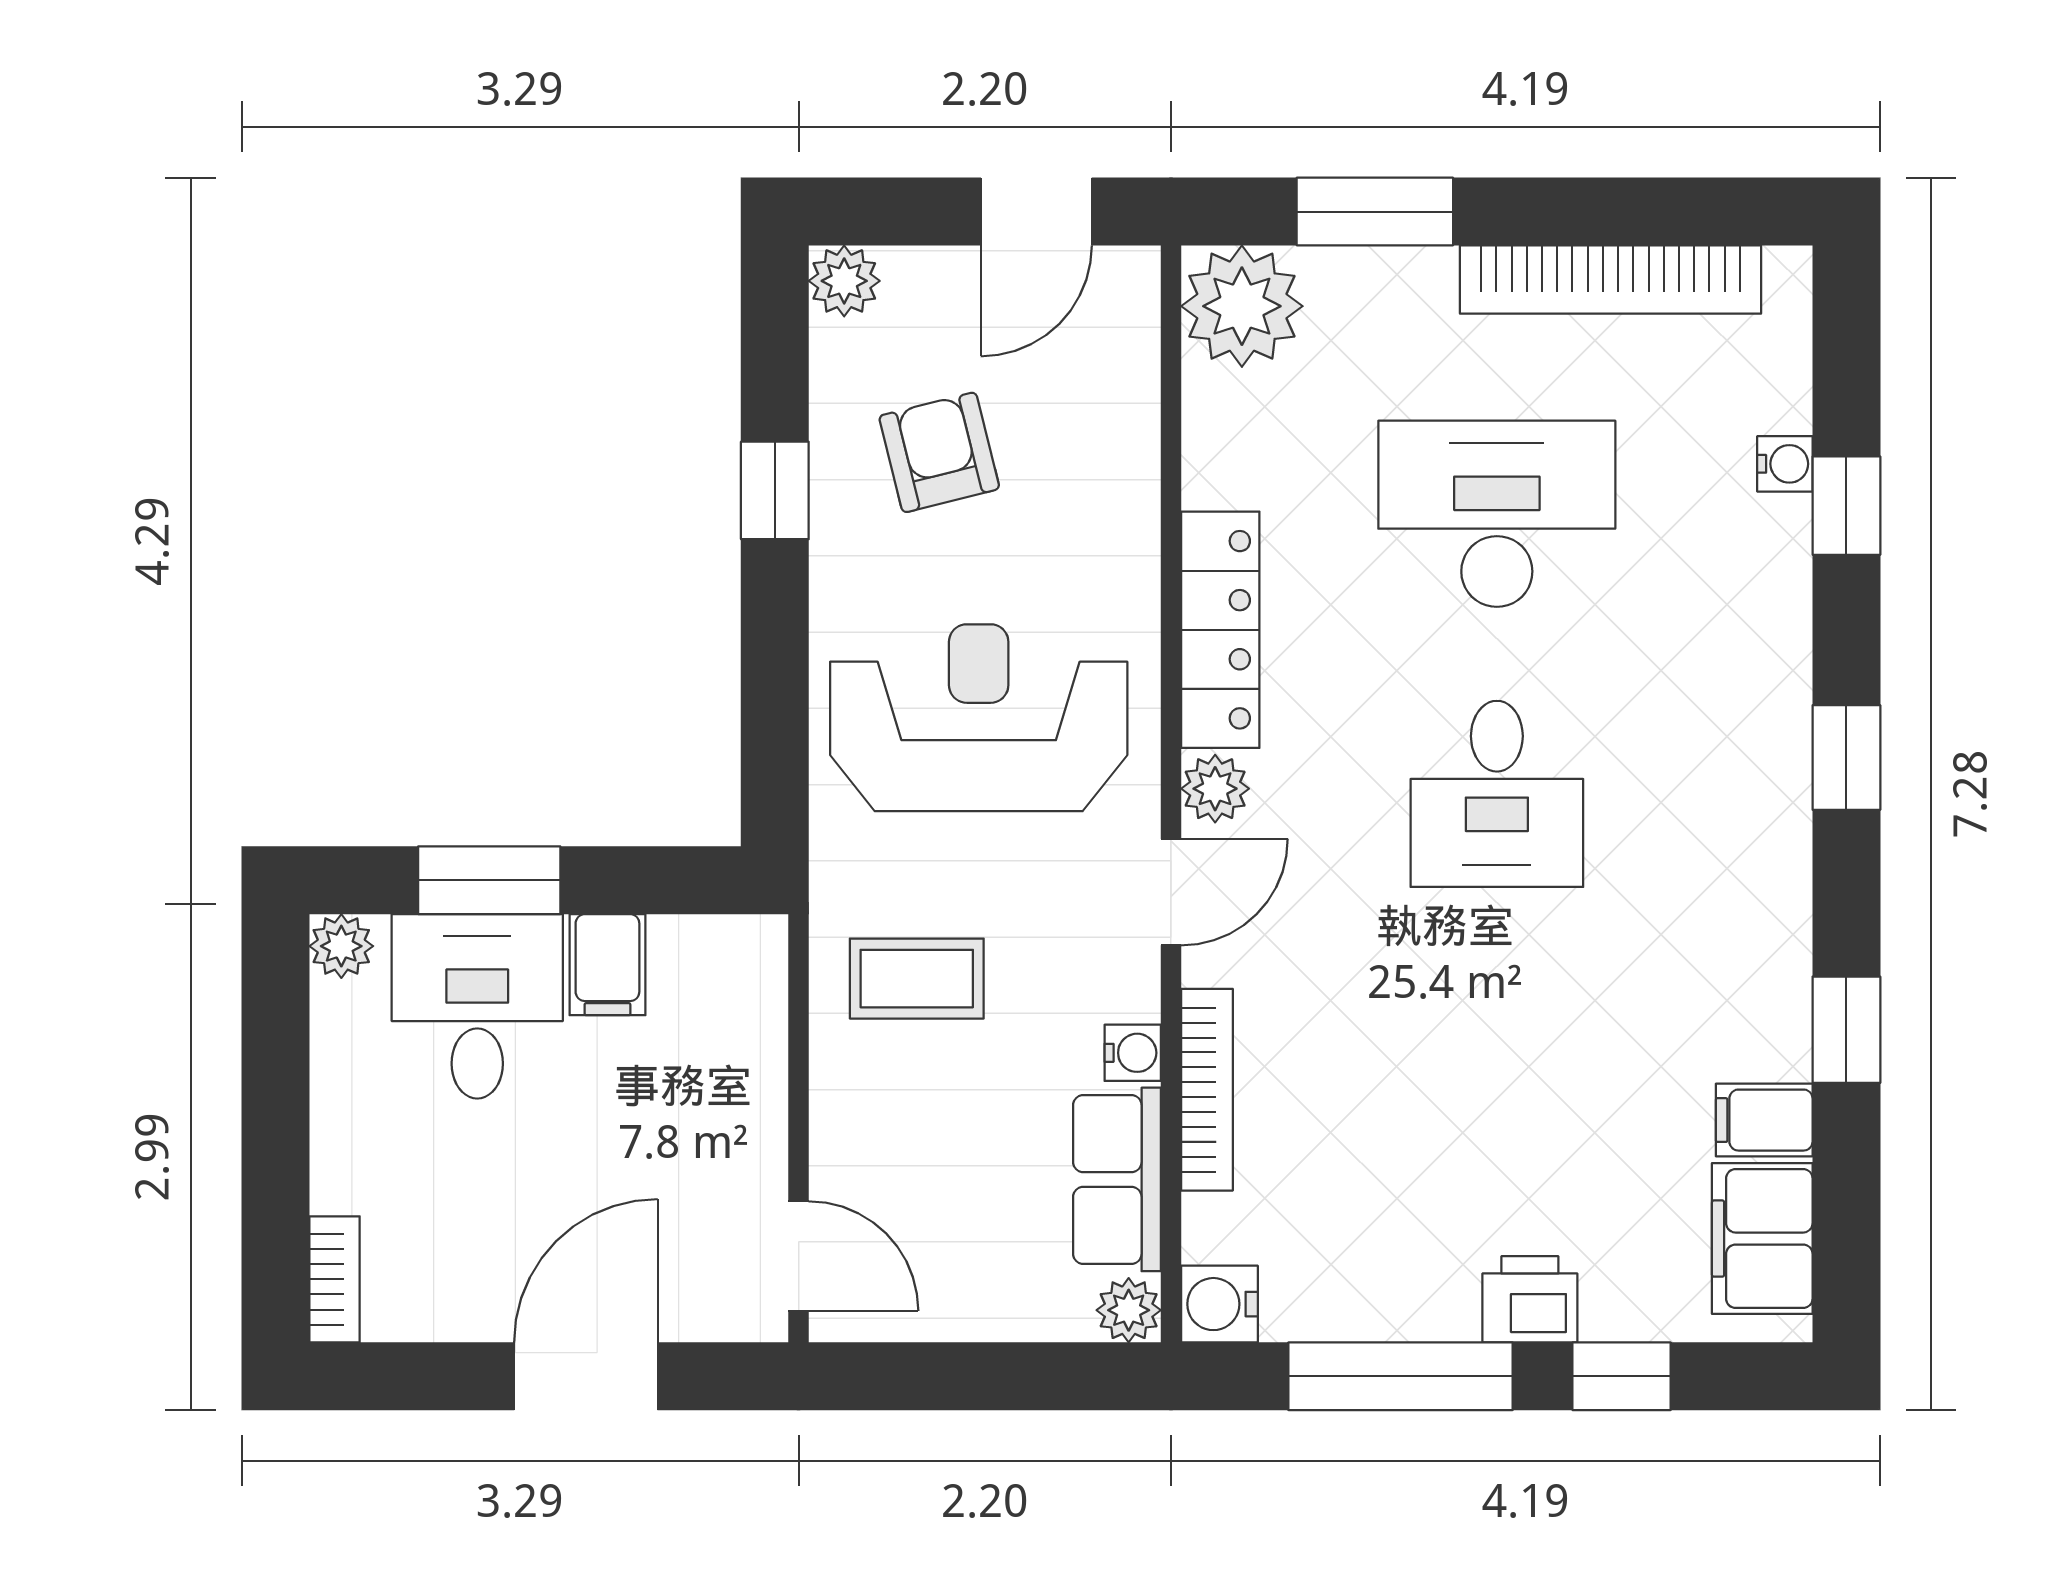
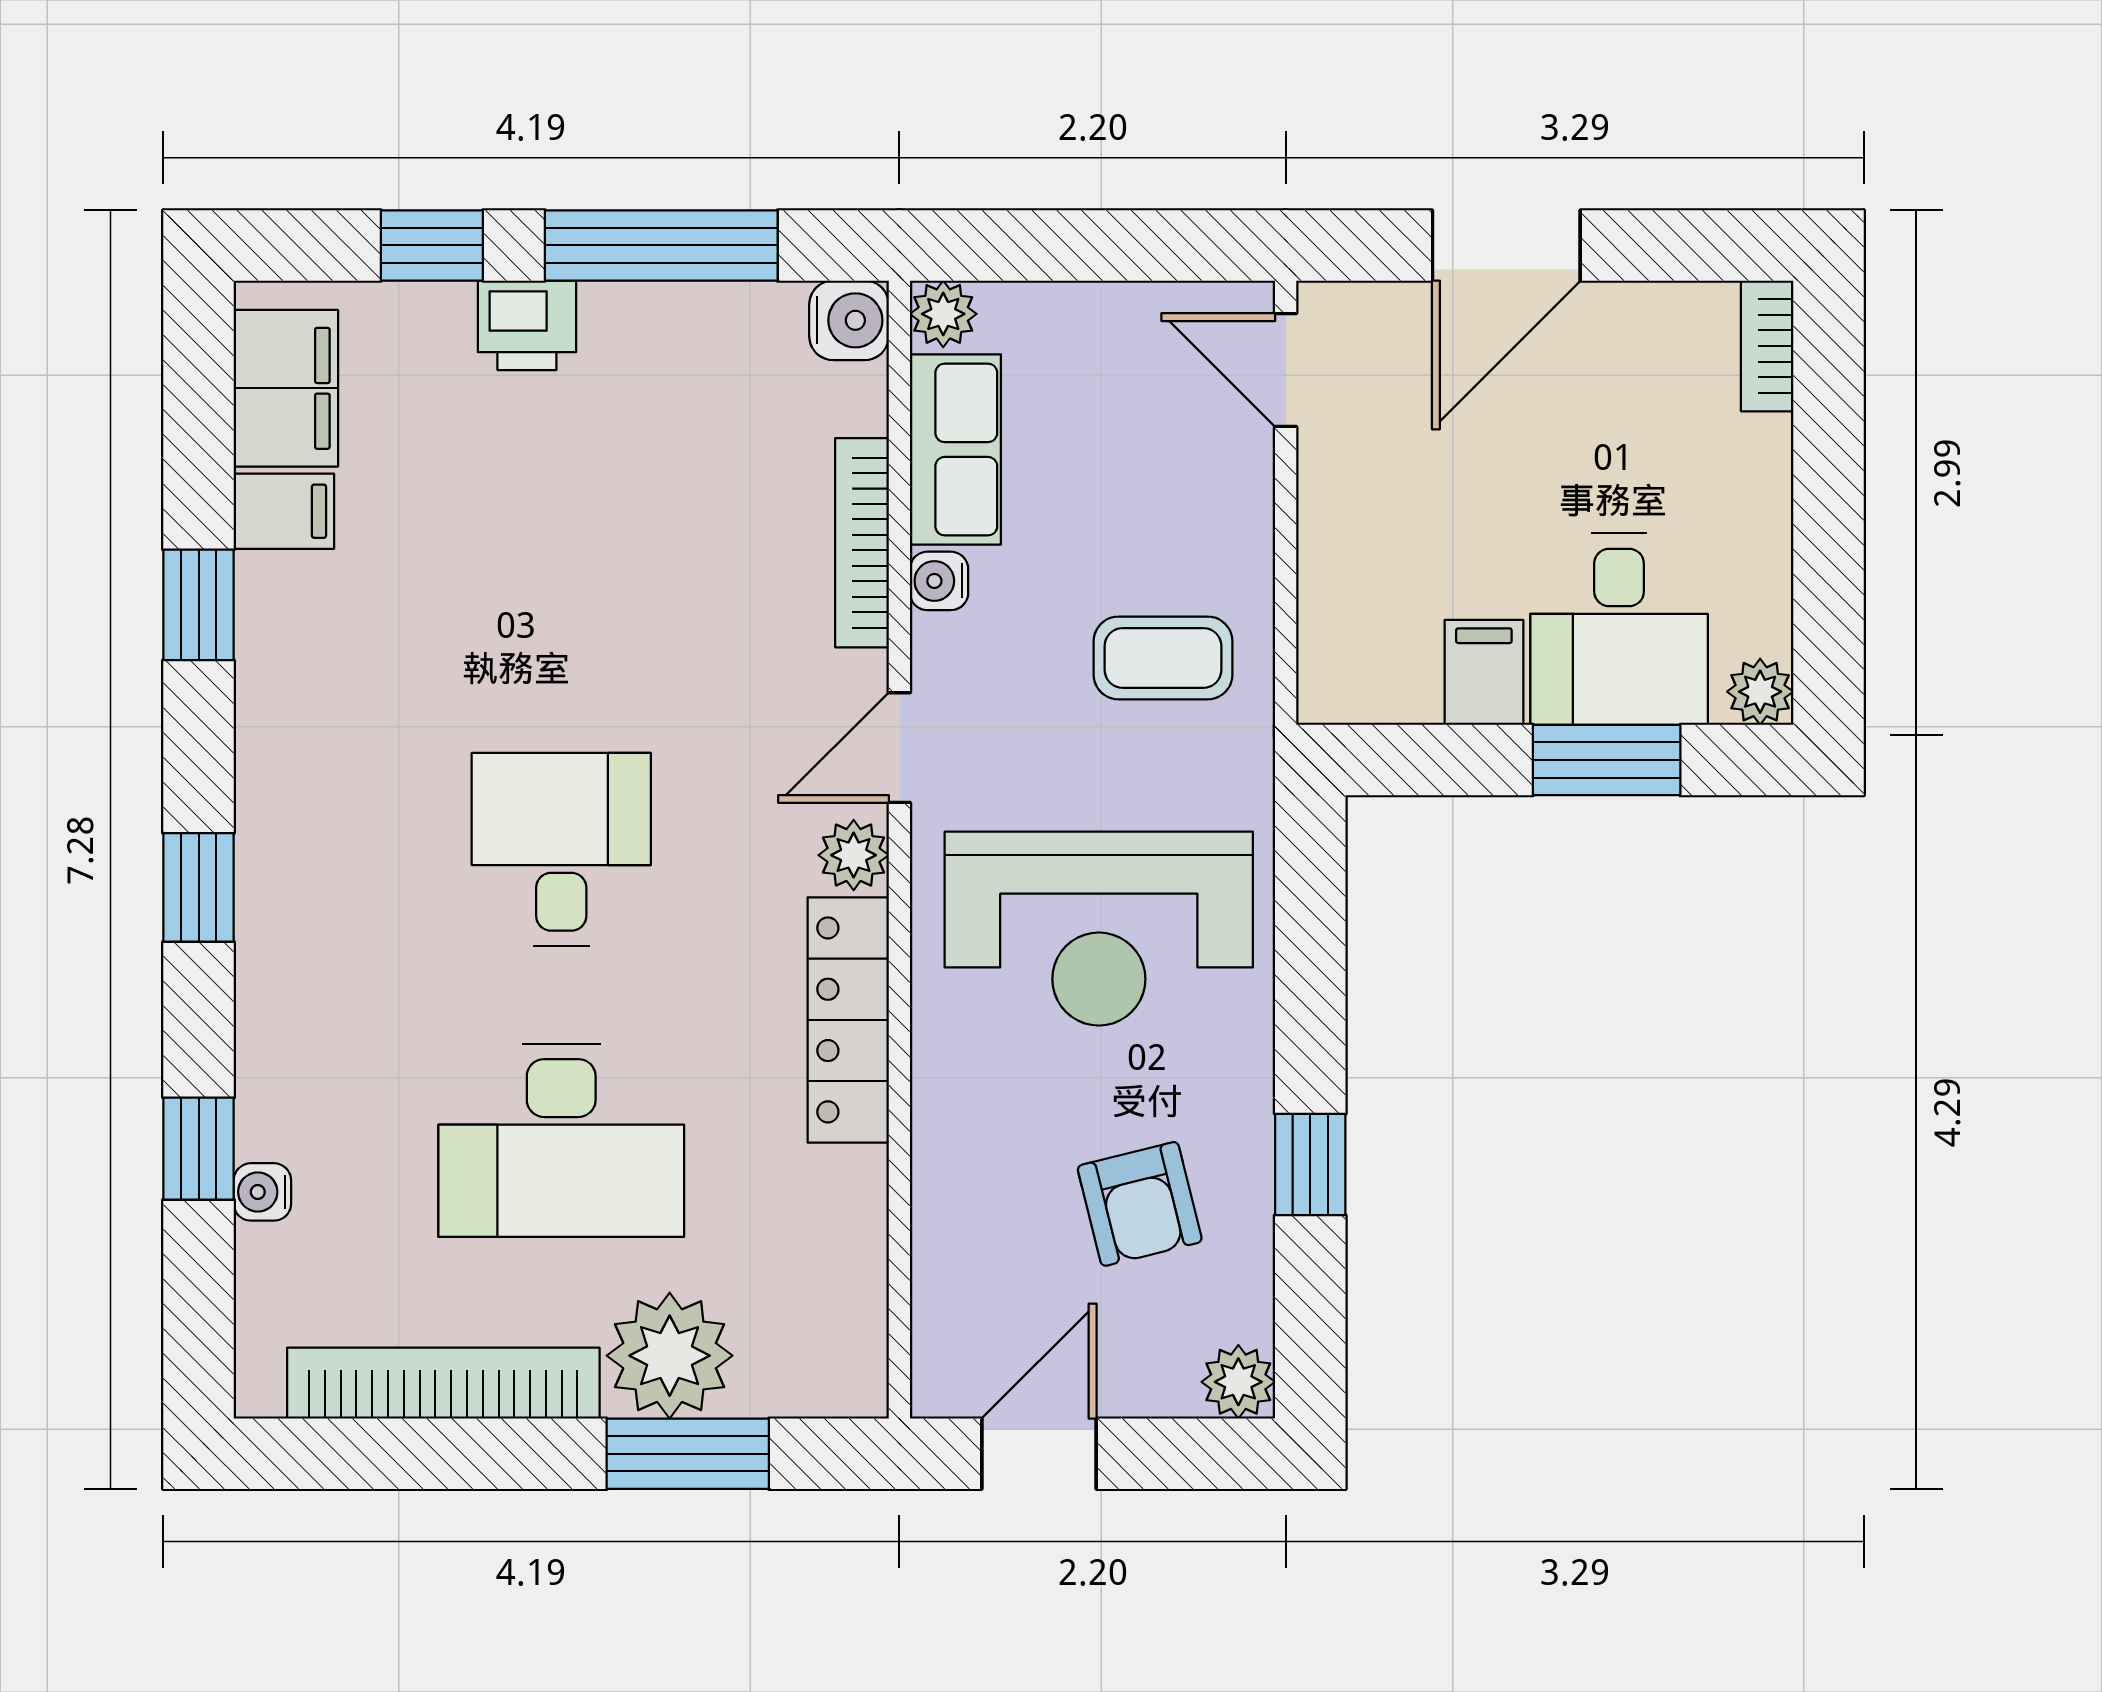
plant: (1242, 306) -> (670, 1356), moved

